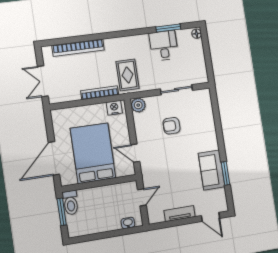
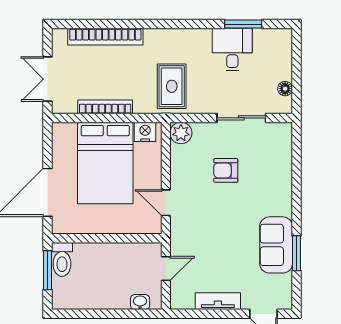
floor lamp: (197, 34) -> (285, 89), moved
bookcase: (100, 93) -> (105, 107), moved
bed: (93, 153) -> (105, 163), moved, turned 180

